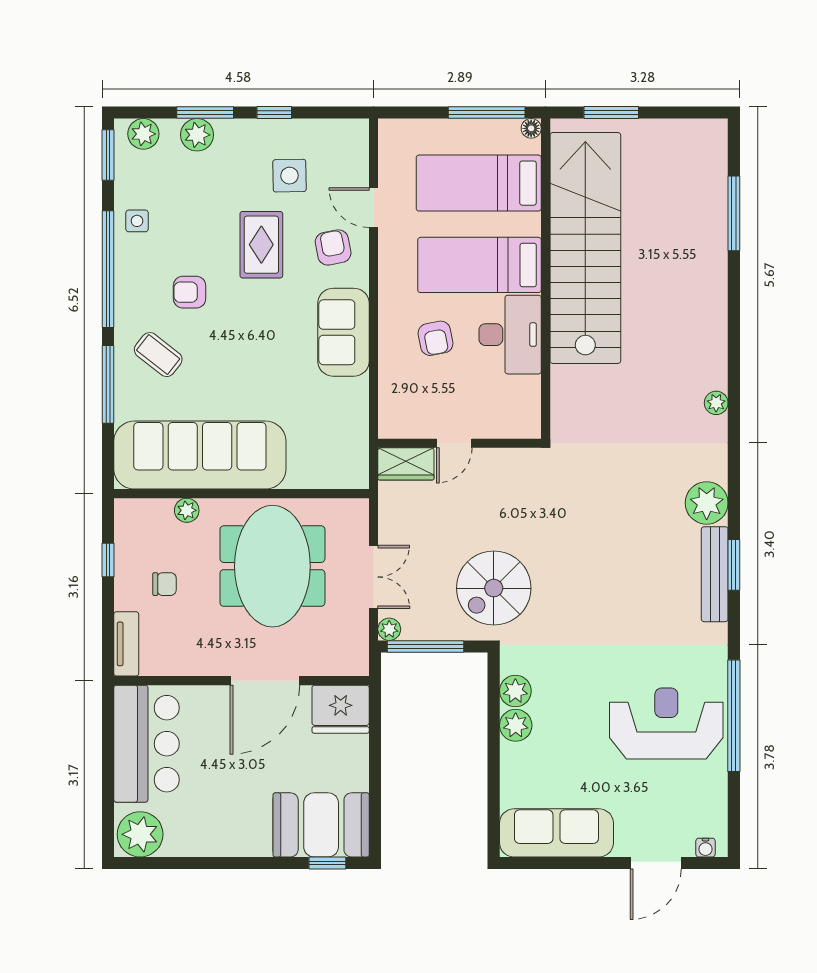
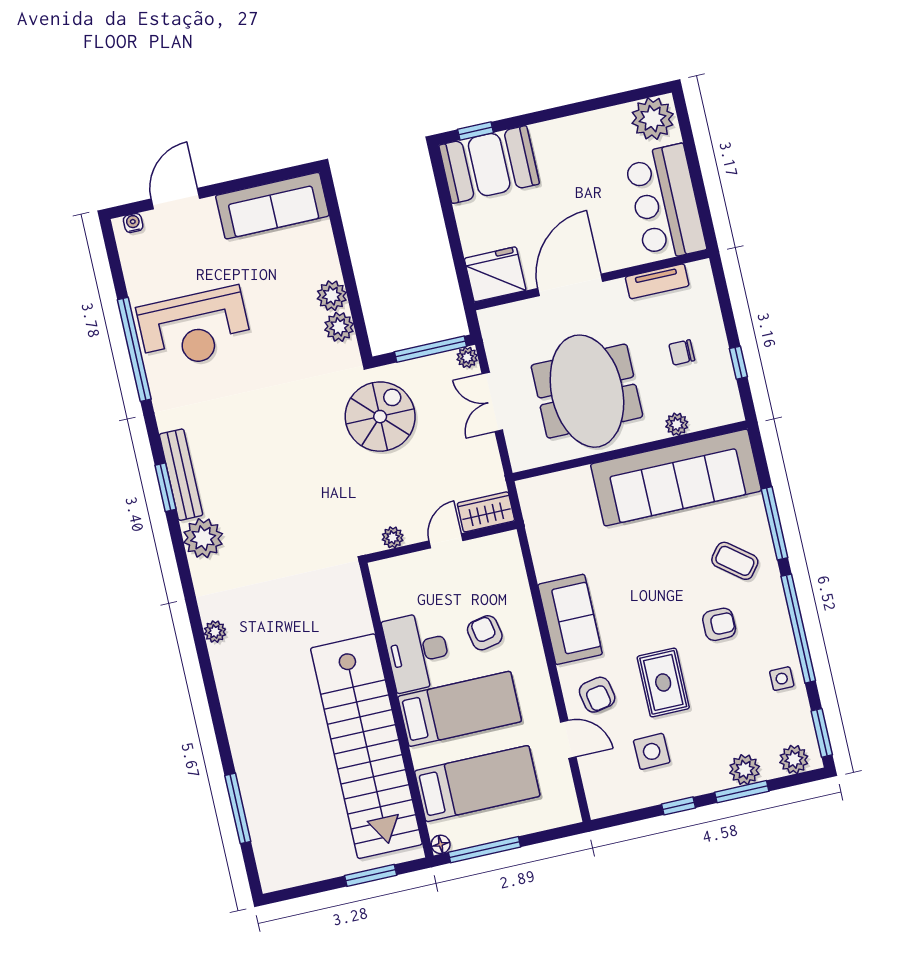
plant: (509, 459) -> (393, 537), added
tv unit: (126, 644) -> (657, 281), moved, turned -90

